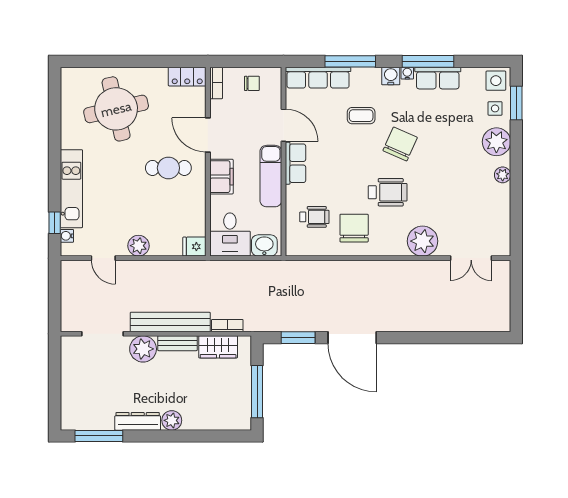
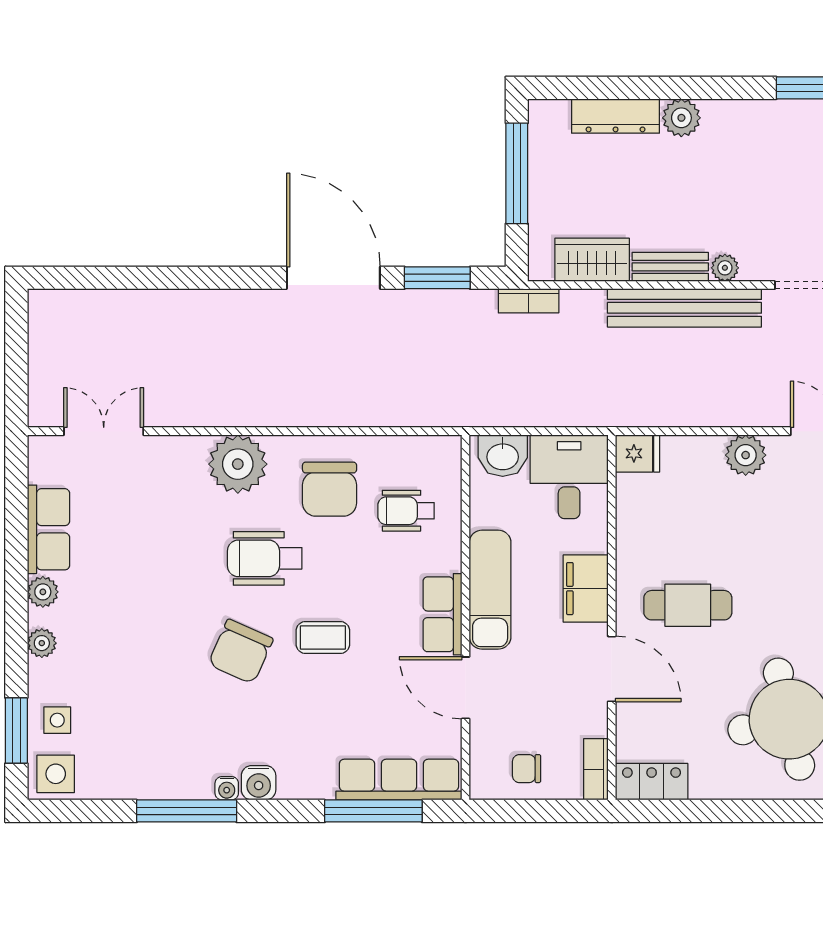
window: (350, 61) -> (373, 811), moved
row of seats: (438, 78) -> (48, 529), moved, turned 90
coffee table: (361, 116) -> (323, 637), moved
plant: (496, 142) -> (42, 643), width x0.53, depth x0.53
plant: (423, 241) -> (238, 464), moved
bookcase: (227, 326) -> (529, 301), moved
plant: (143, 349) -> (725, 268), width x0.53, depth x0.53
dresser: (138, 421) -> (616, 116), moved

